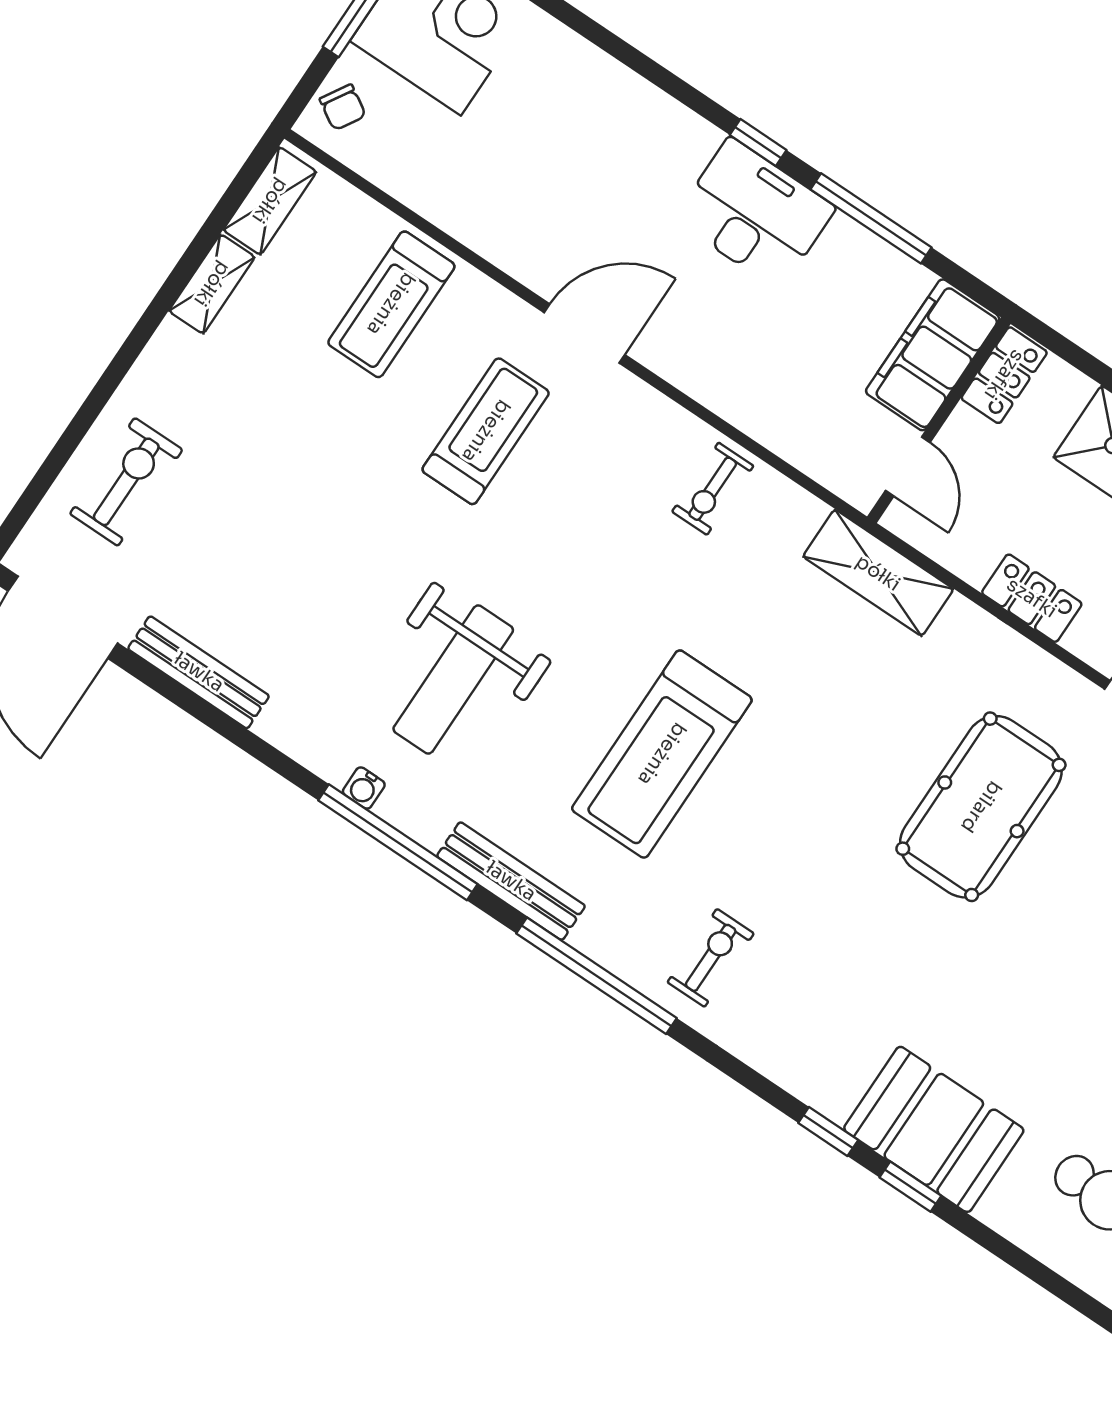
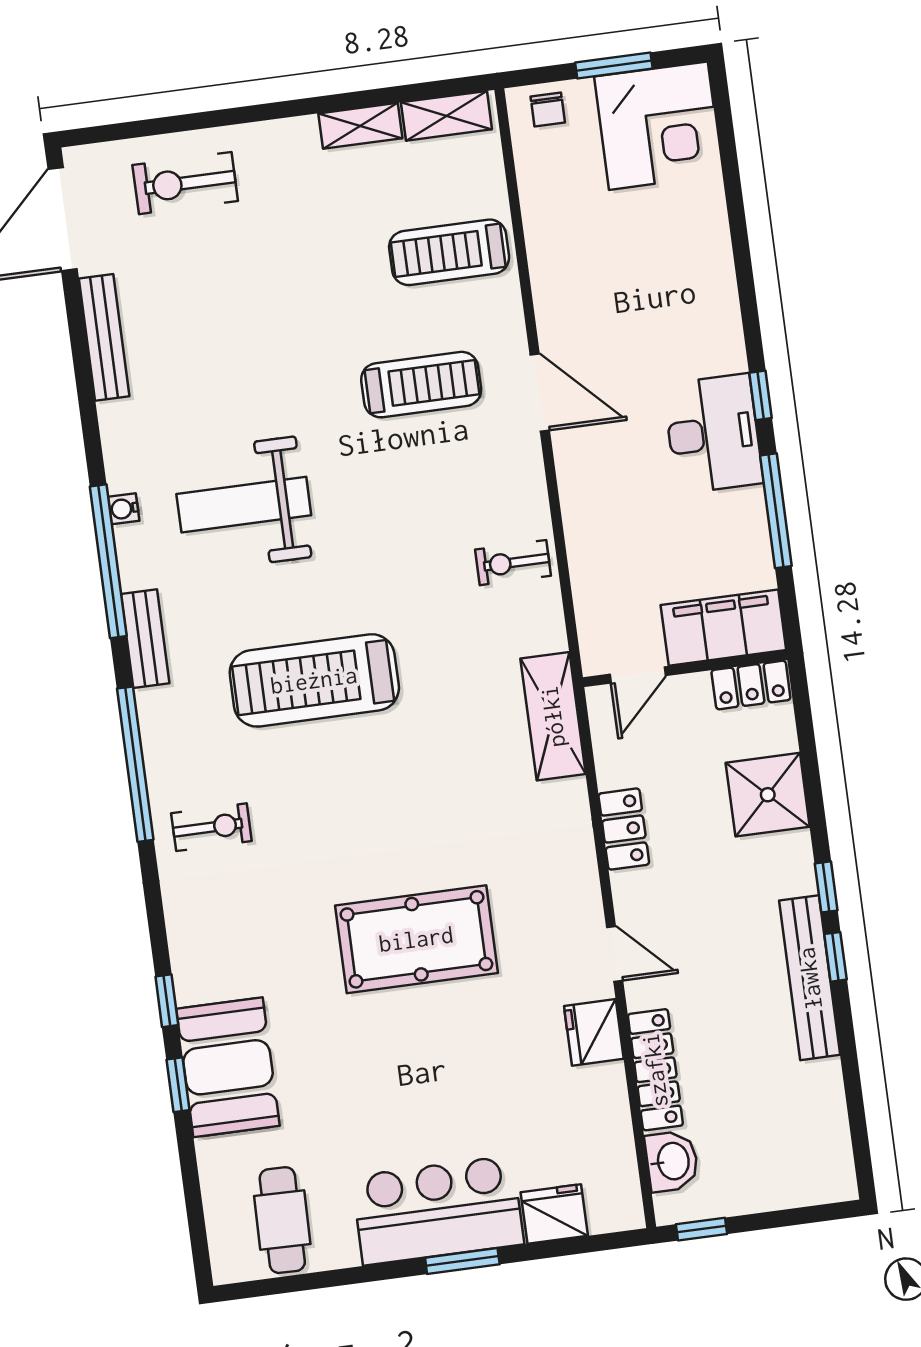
chair: (343, 107) -> (548, 109), turned -31
exercise bike: (126, 482) -> (185, 183), turned 180
pool table: (981, 807) -> (416, 939), moved
bench: (511, 881) -> (145, 639), width x0.73

